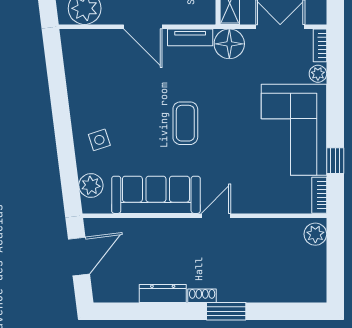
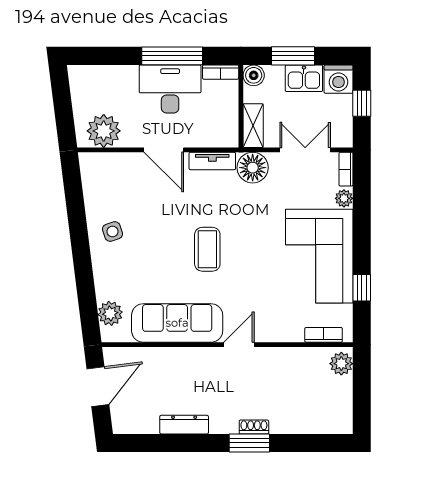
side table: (99, 140) -> (112, 231), moved
bookcase: (319, 195) -> (324, 335), moved, turned 90
shoe rack: (202, 296) -> (254, 427), moved

